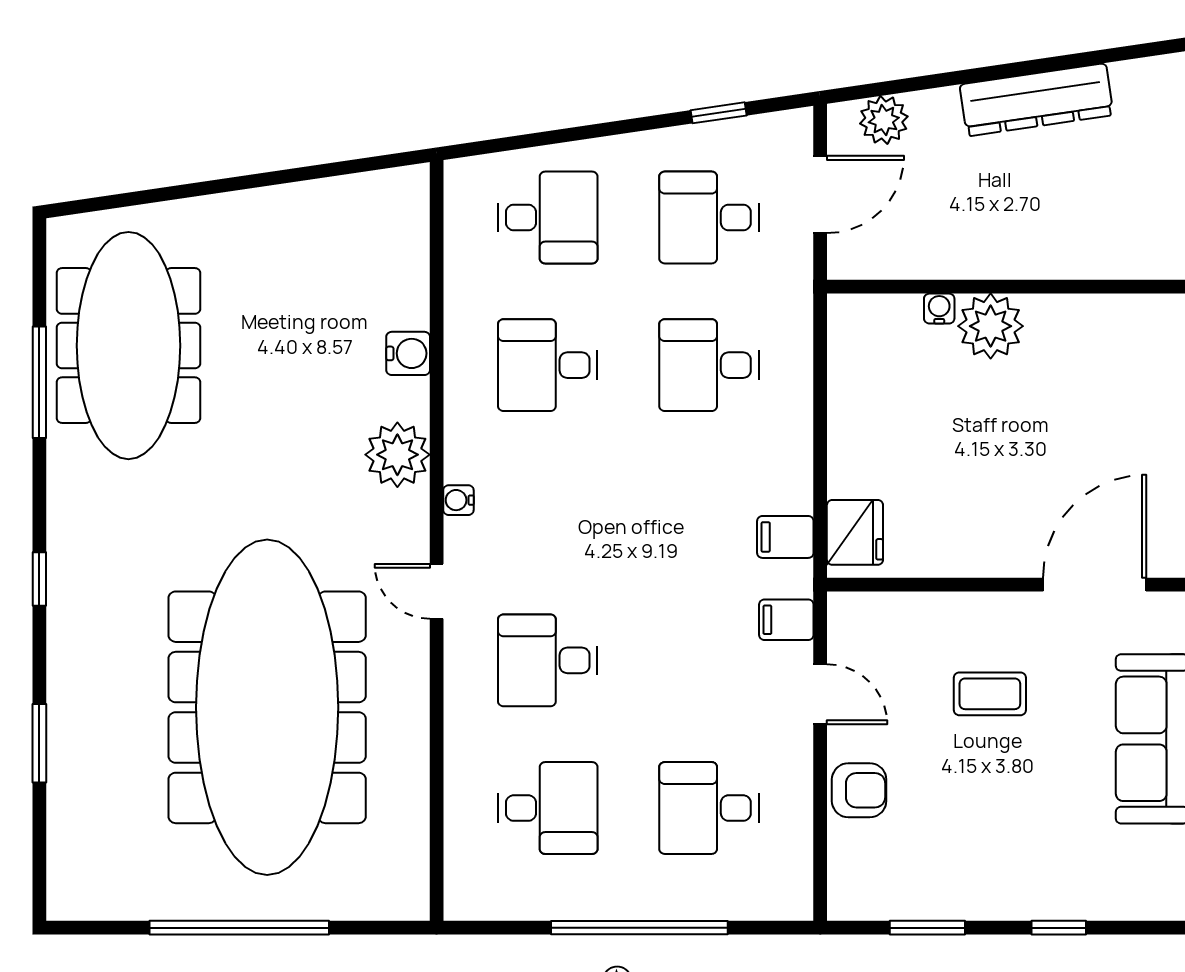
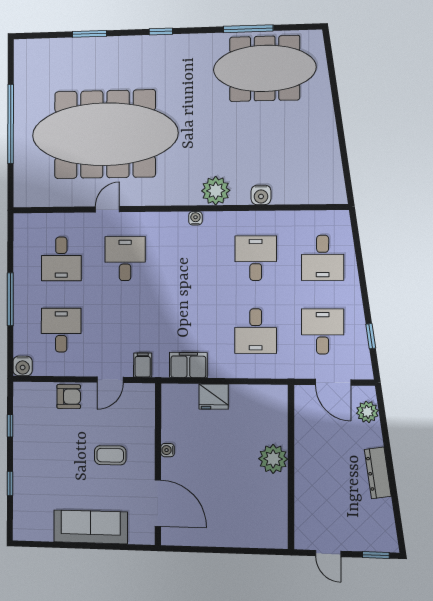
dresser: (1036, 100) -> (378, 473), width x0.73, depth x0.80
water cooler: (939, 309) -> (168, 450), moved, turned 180
desk: (709, 365) -> (256, 331), turned 180
fridge: (855, 532) -> (214, 397), moved
filing cabinet: (785, 537) -> (188, 365), width x2.00
door: (437, 591) -> (107, 209), moved
coffee table: (990, 694) -> (110, 455), turned 90
armchair: (859, 790) -> (69, 397), turned -90
water cooler: (791, 898) -> (23, 366), added
window: (639, 928) -> (10, 299), width x0.68
window: (927, 928) -> (10, 426), width x0.67

